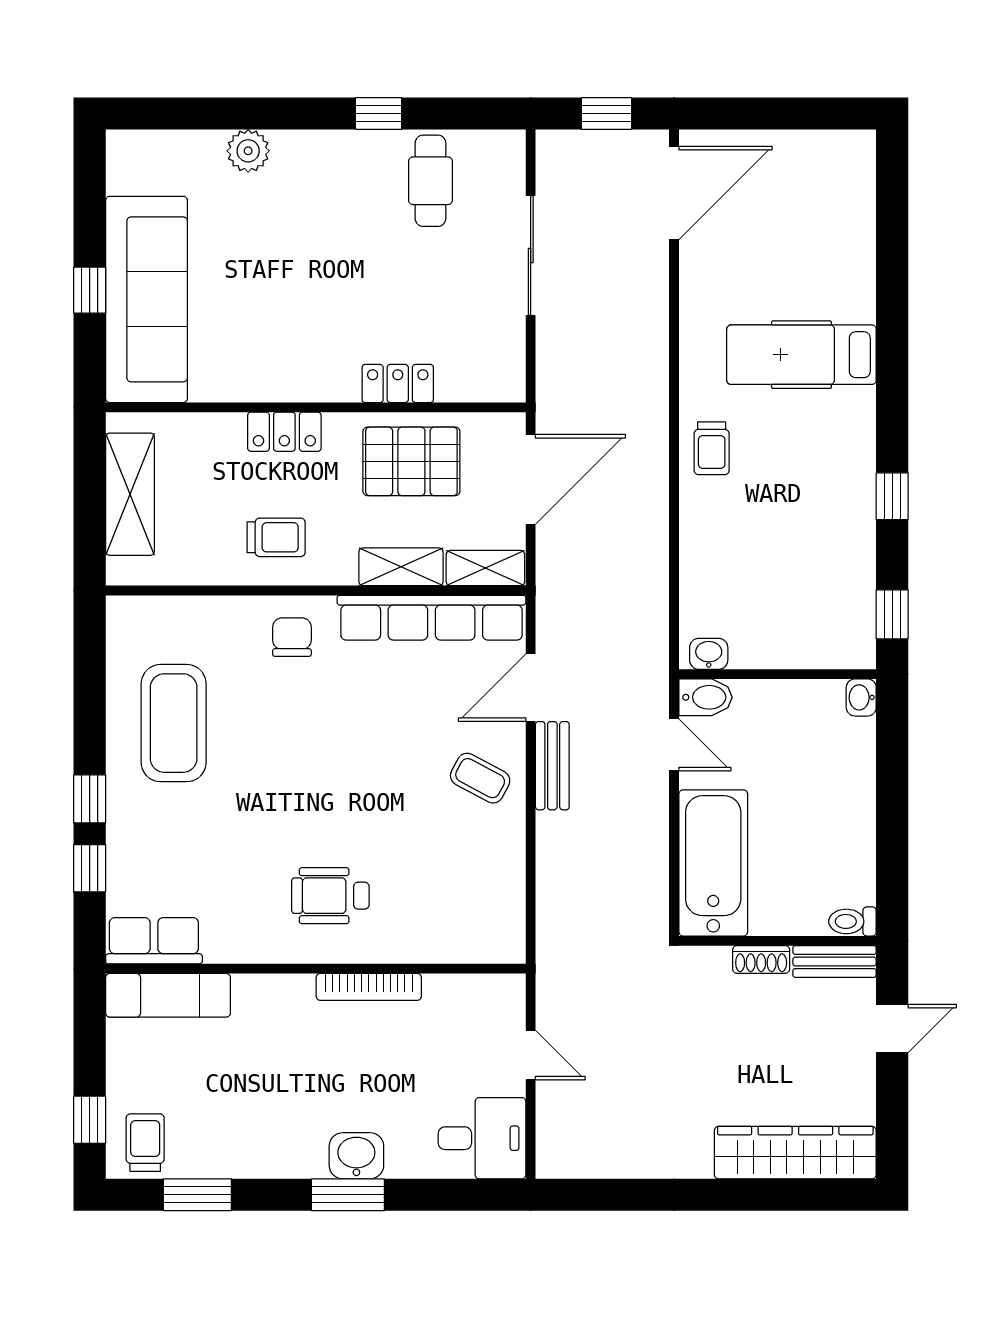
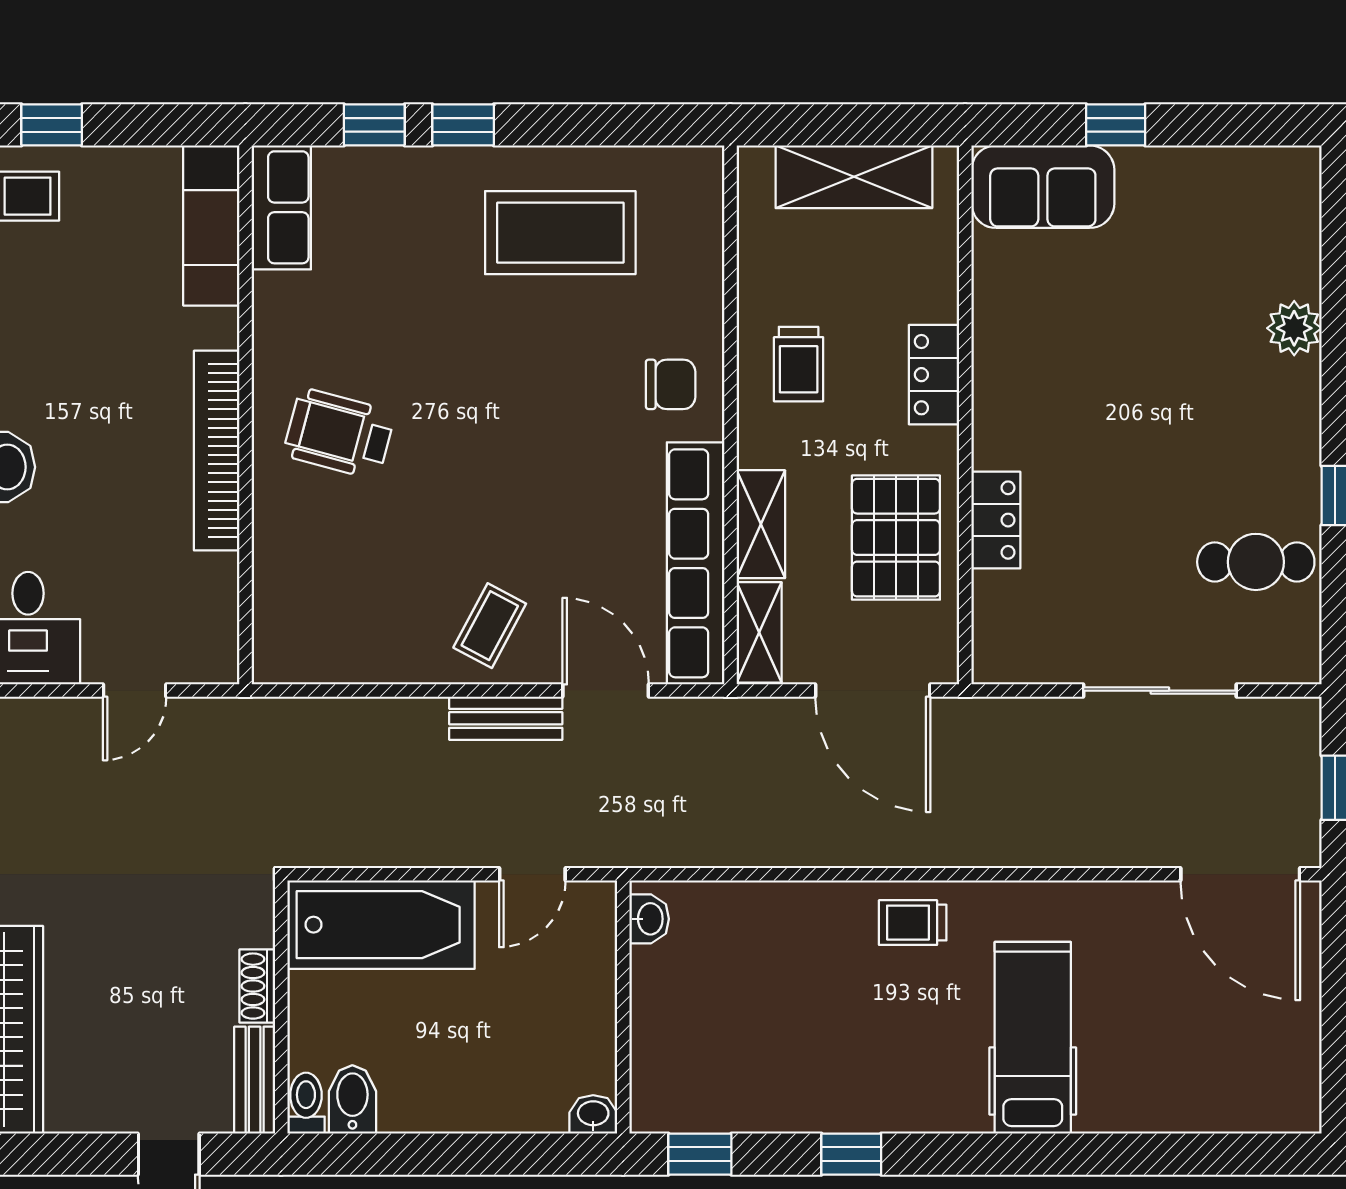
sofa: (147, 299) -> (1043, 187), width x0.54, depth x0.79
bidet: (705, 697) -> (352, 1099), moved, turned 180
wheelchair: (330, 896) -> (339, 434), turned -75
bookcase: (369, 987) -> (217, 451), width x1.48, depth x1.31

